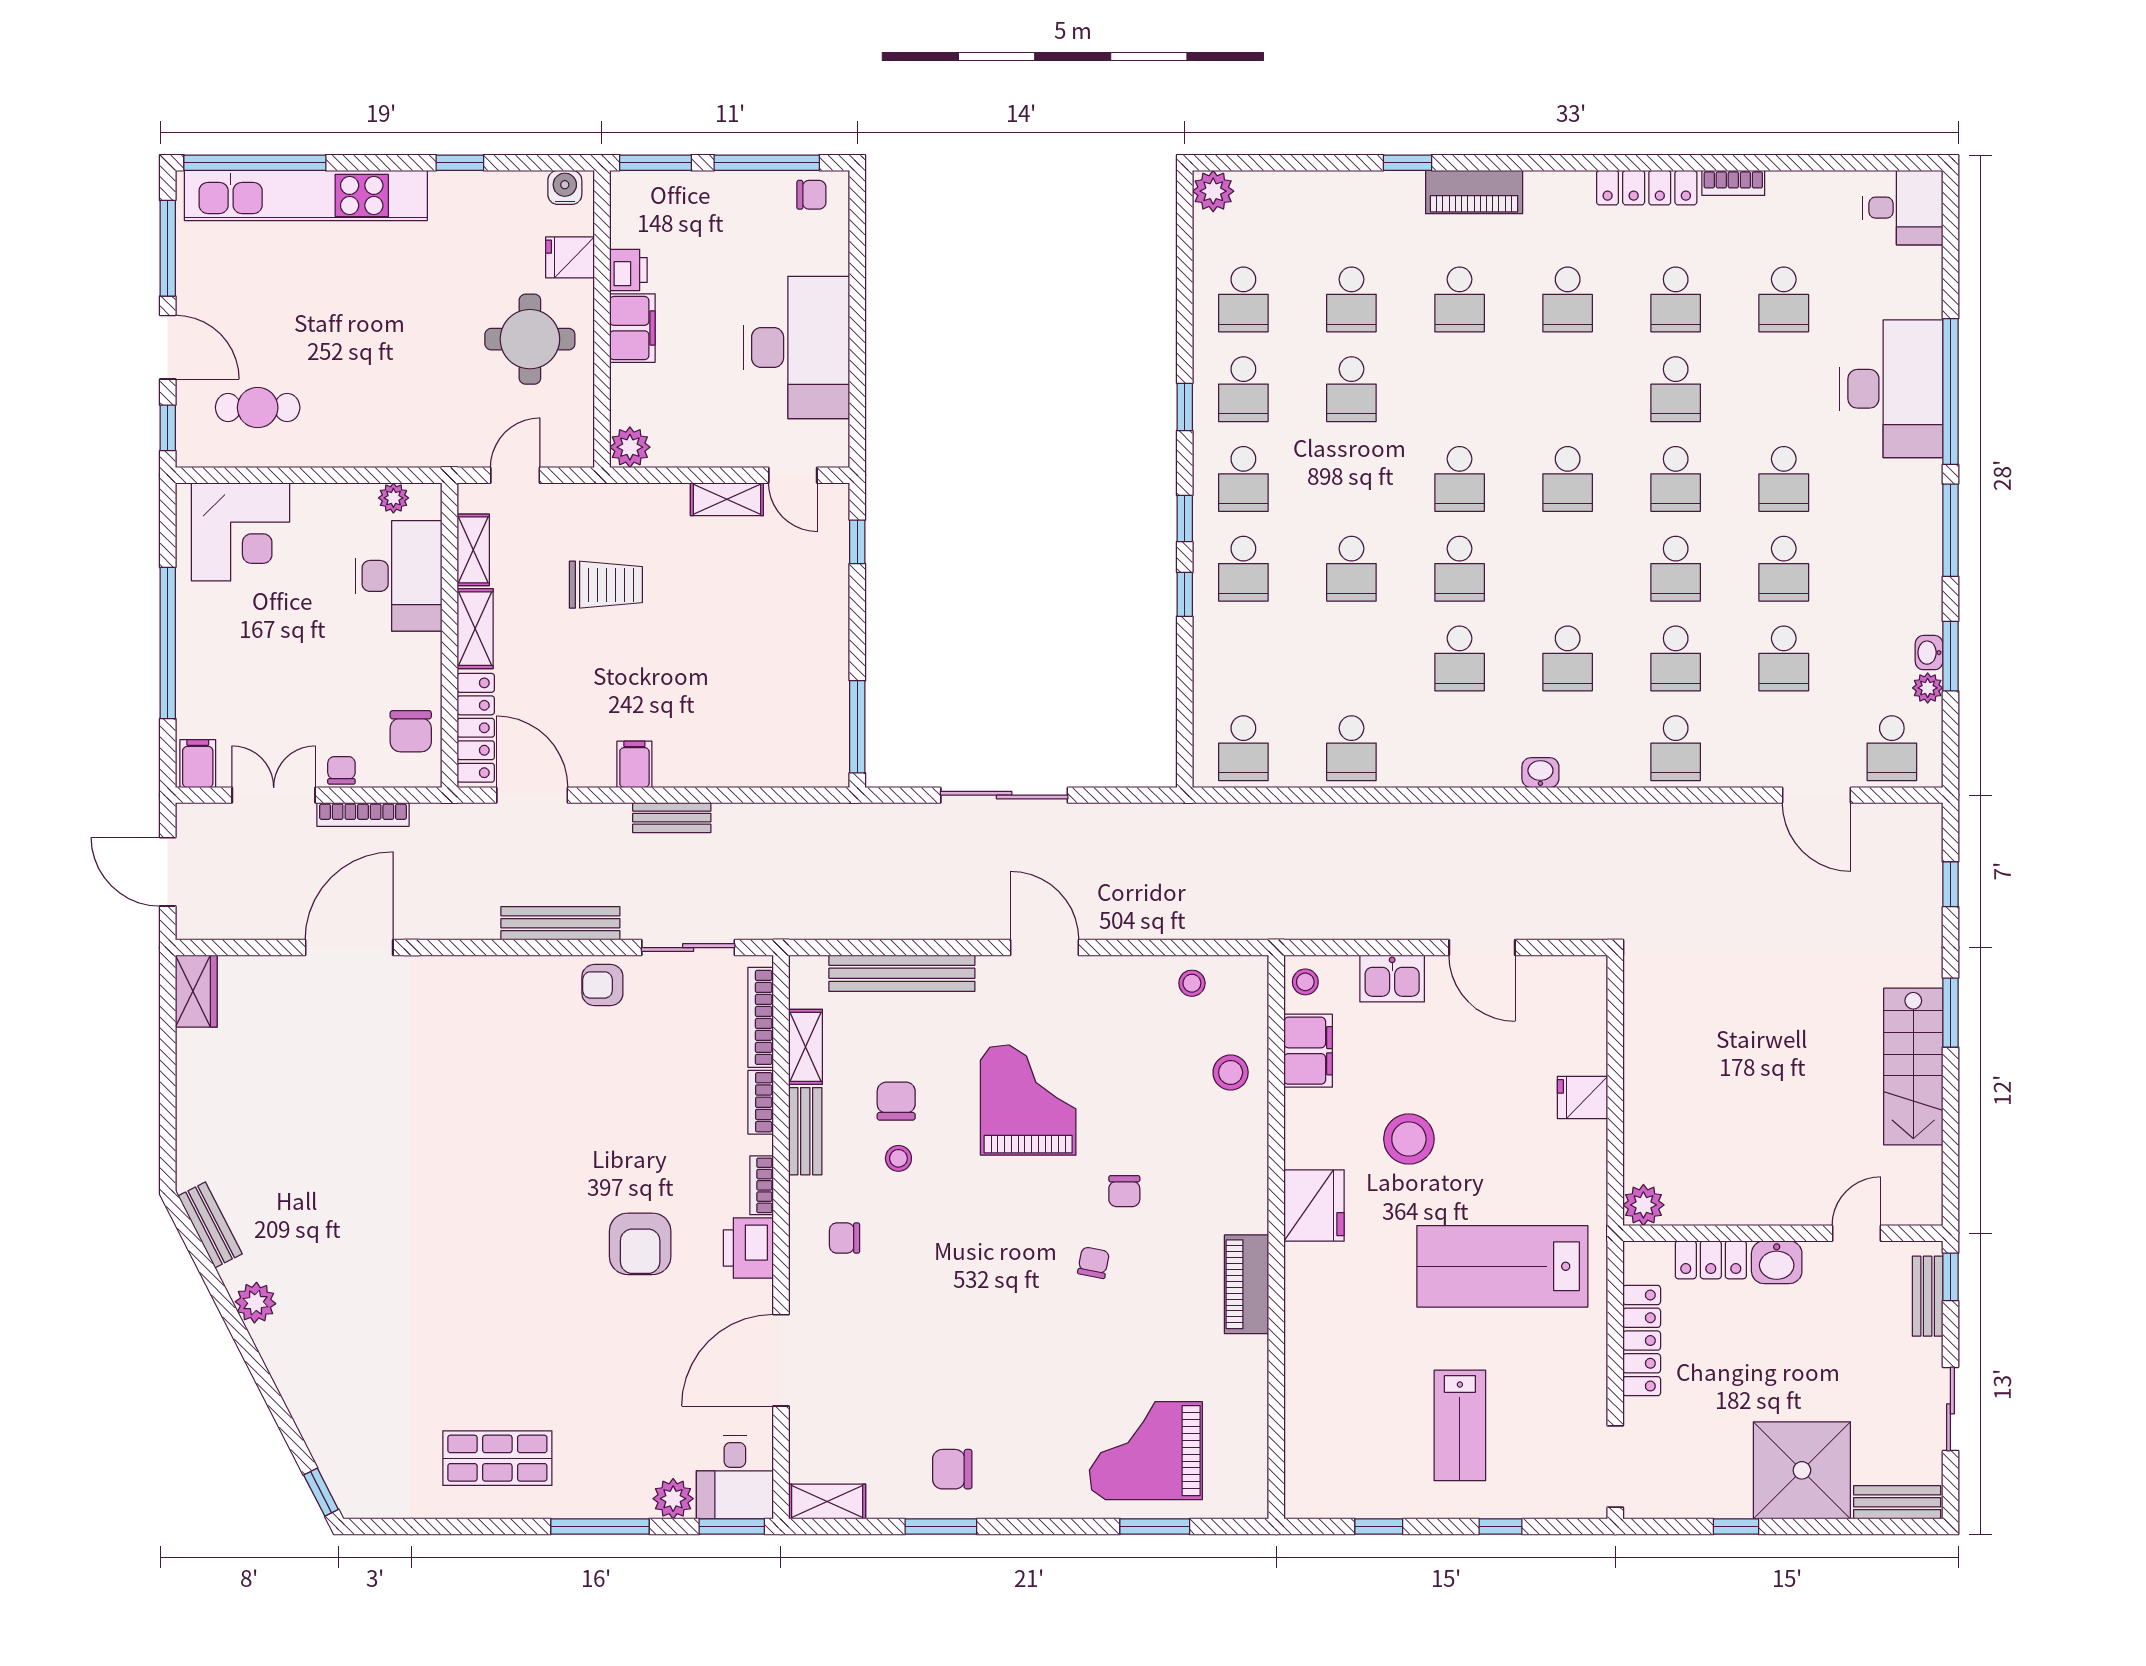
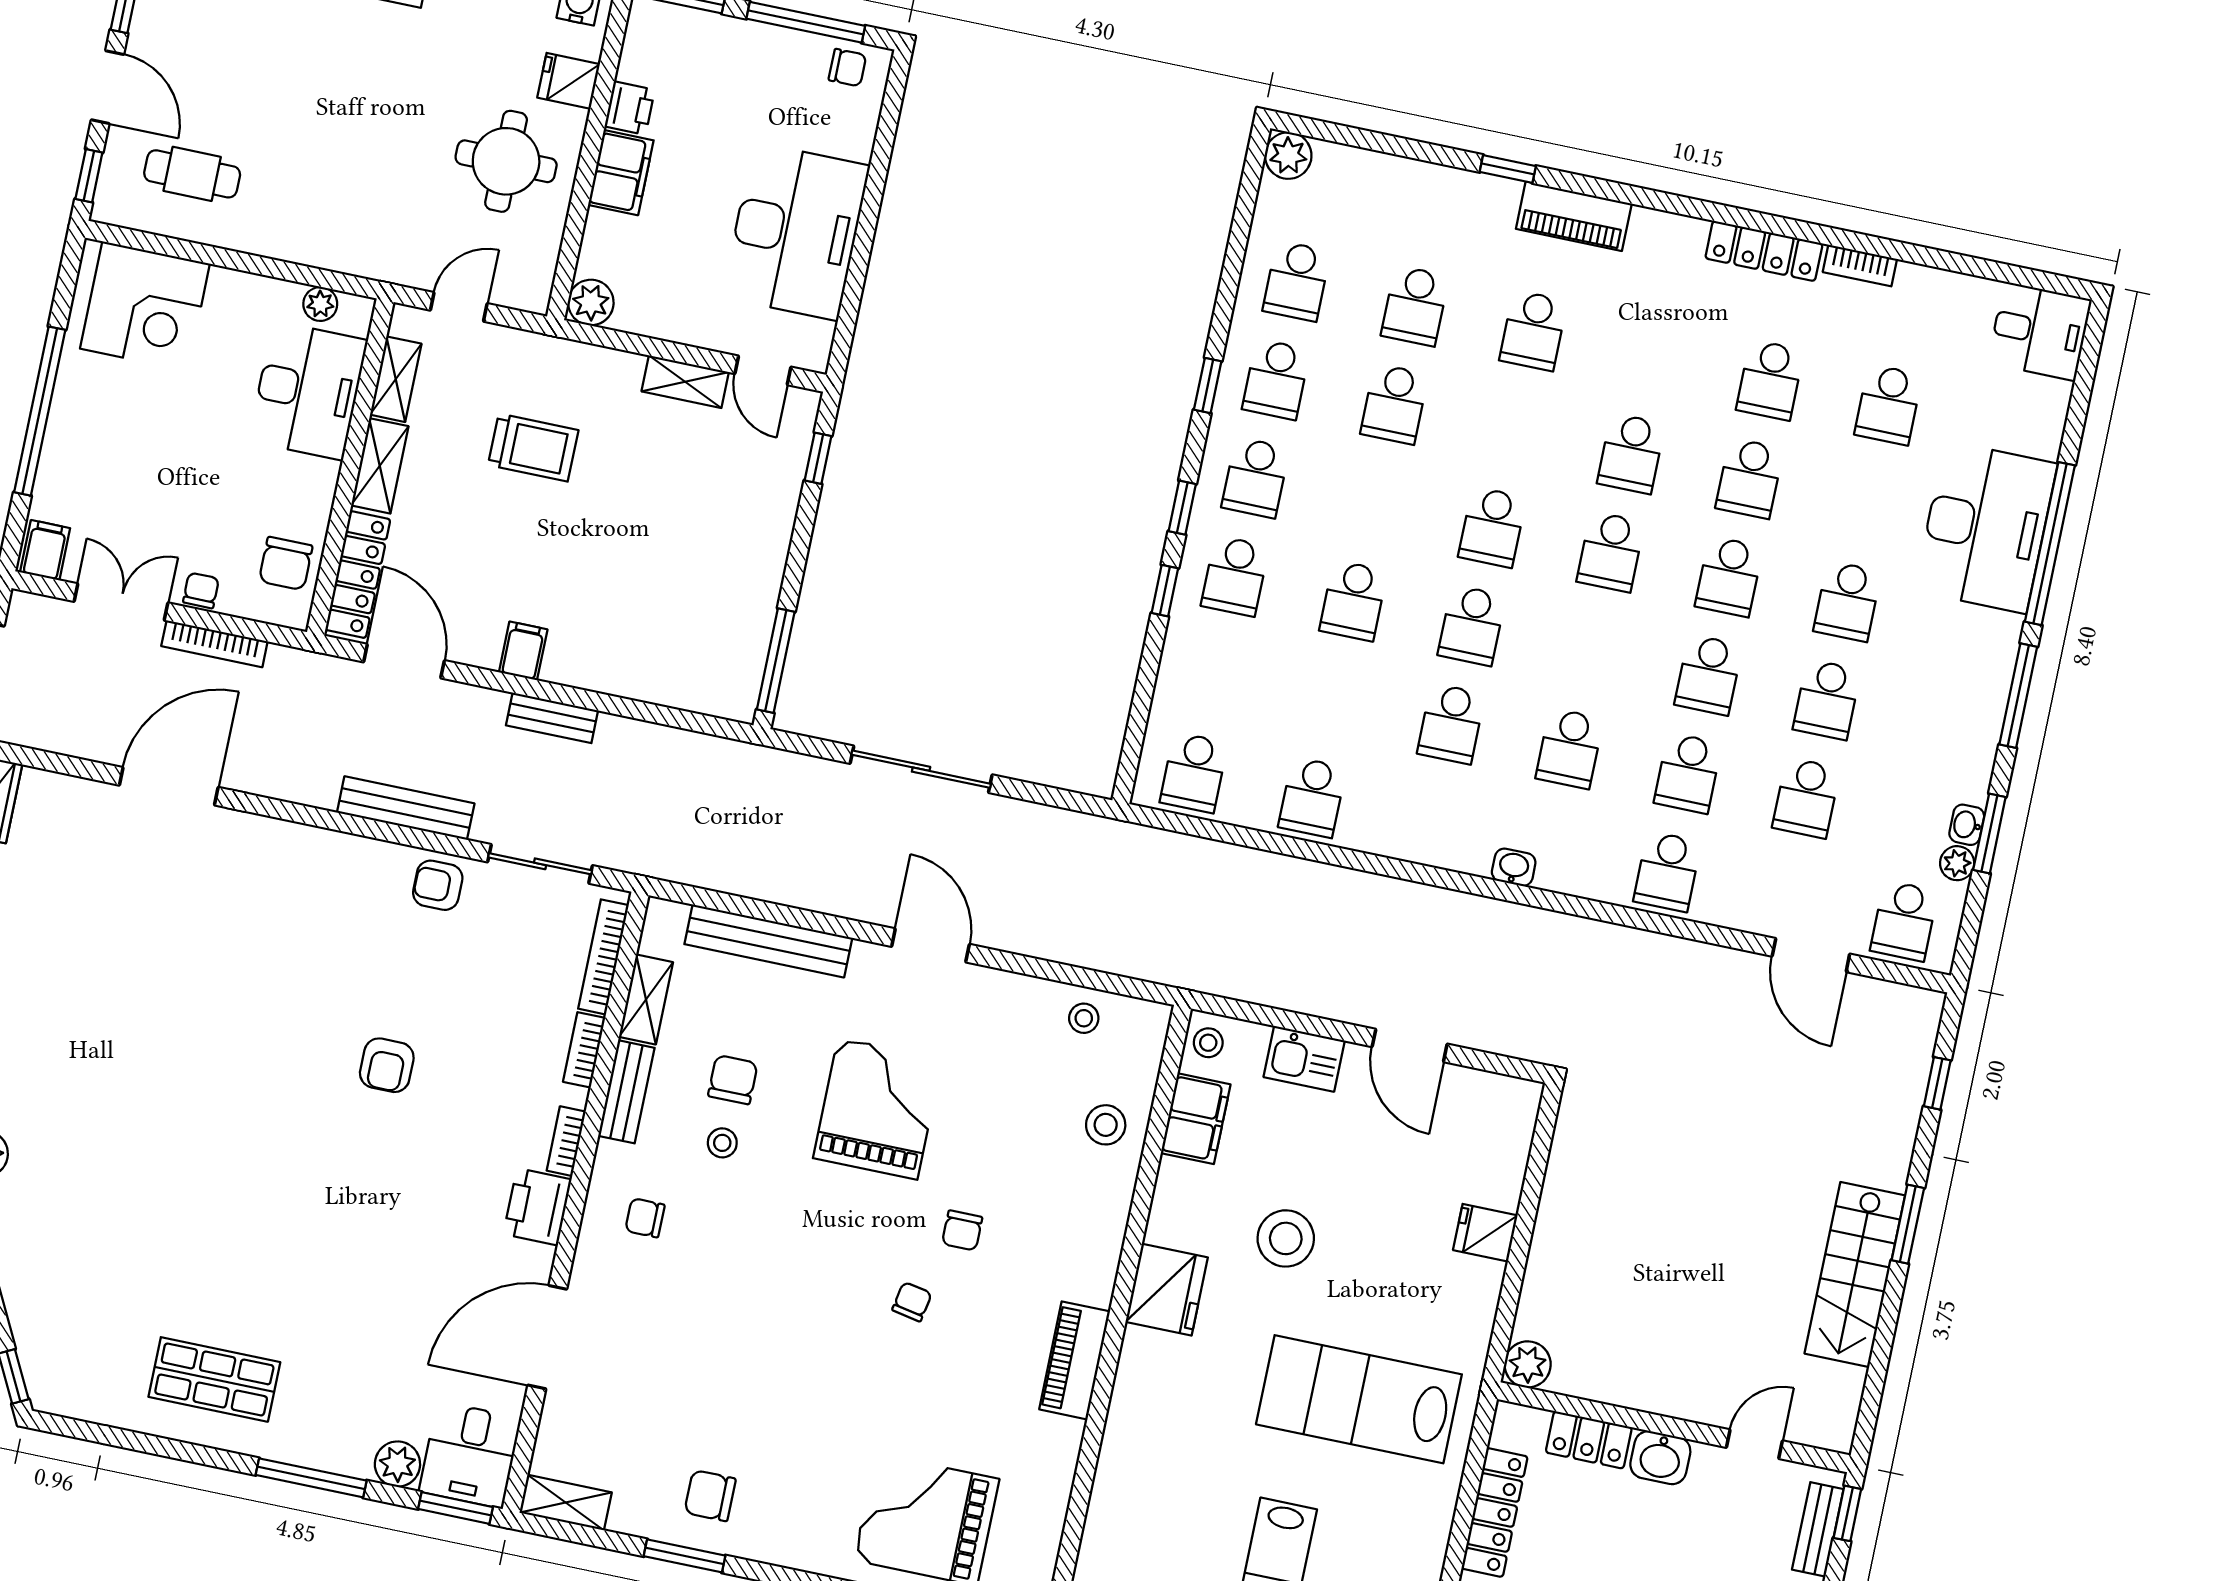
school desk: (1568, 299) -> (1631, 454), moved
armchair: (640, 1244) -> (387, 1065), moved, width x0.72, depth x0.72

